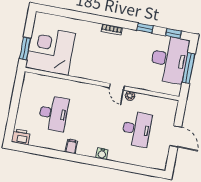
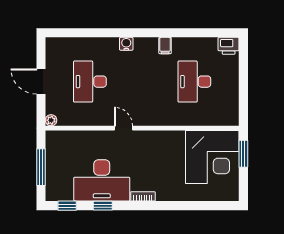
desk: (169, 59) -> (102, 180), moved, turned -90
plant: (130, 96) -> (51, 120), moved

